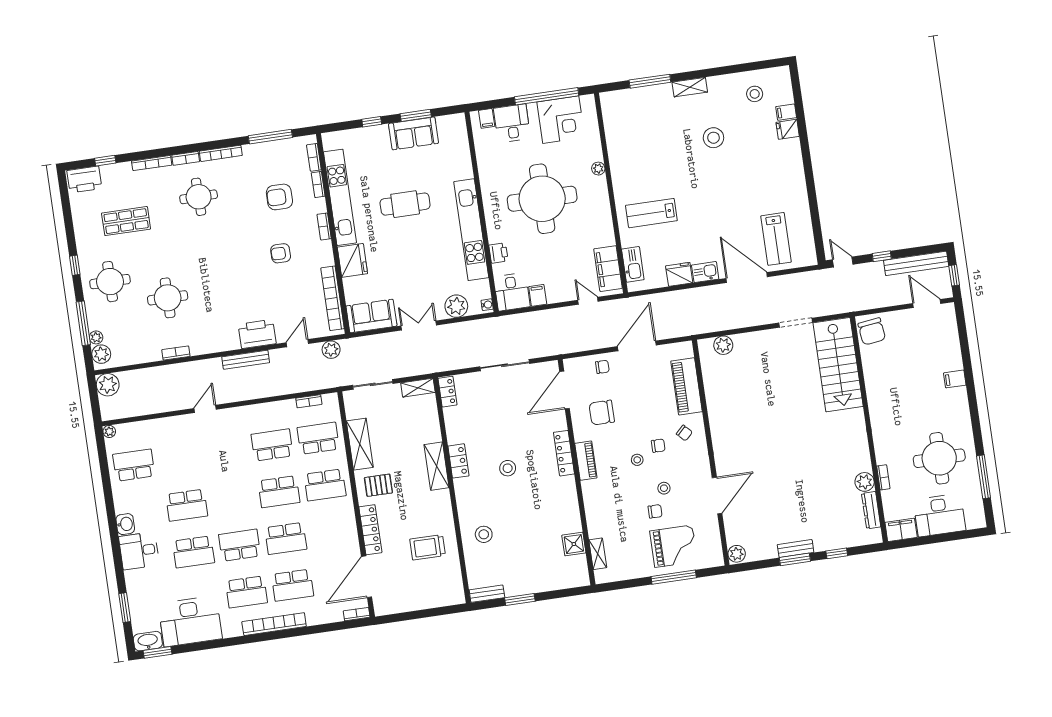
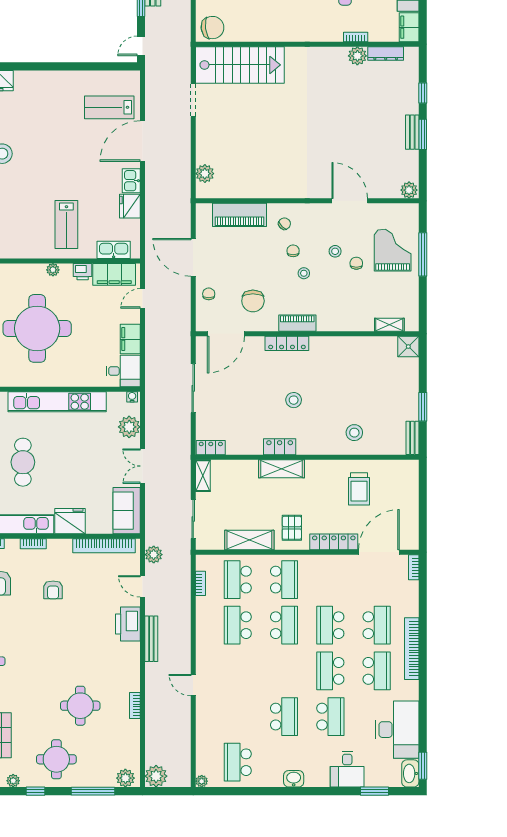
plant: (598, 169) -> (53, 270), moved
lab bench: (776, 239) -> (109, 107), turned 180
printer: (498, 253) -> (83, 272), moved, turned 180
filing cabinet: (538, 295) -> (130, 339), width x2.00
plant: (96, 337) -> (13, 781), moved
door: (565, 390) -> (226, 334), hinge flipped
school desk: (286, 538) -> (330, 625), turned 180
shower: (574, 544) -> (408, 347), moved
desk: (139, 551) -> (347, 769), moved
door: (367, 577) -> (379, 552), swing flipped

